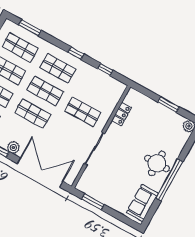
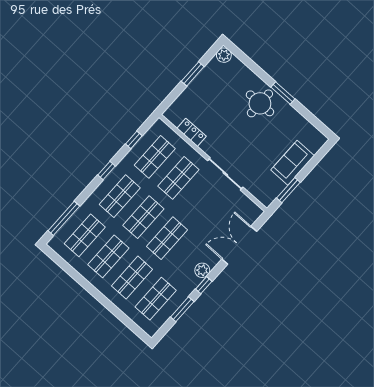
window: (30, 28) -> (64, 218), width x1.44
shop shelf: (95, 89) -> (155, 157), added
double door: (40, 172) -> (239, 245), width x0.73
window: (169, 180) -> (283, 93), width x0.47
sofa: (142, 203) -> (293, 163), moved, turned 90

